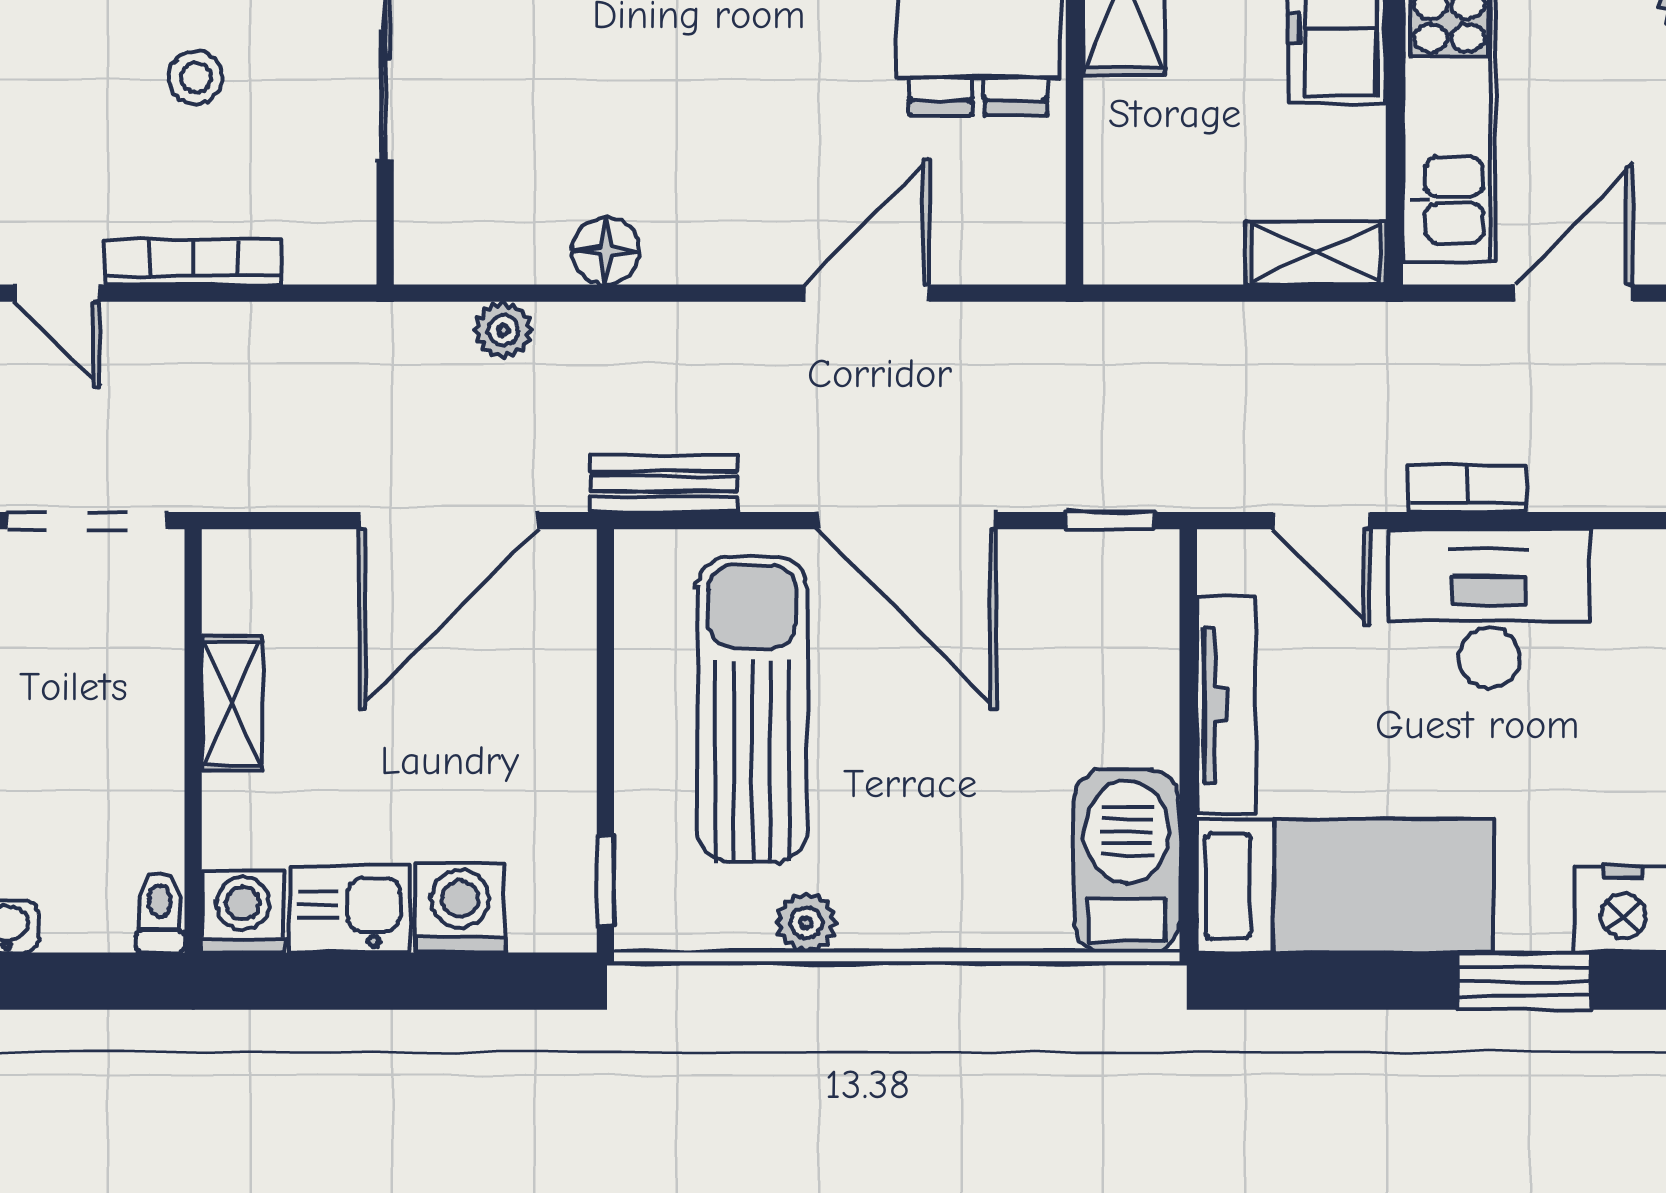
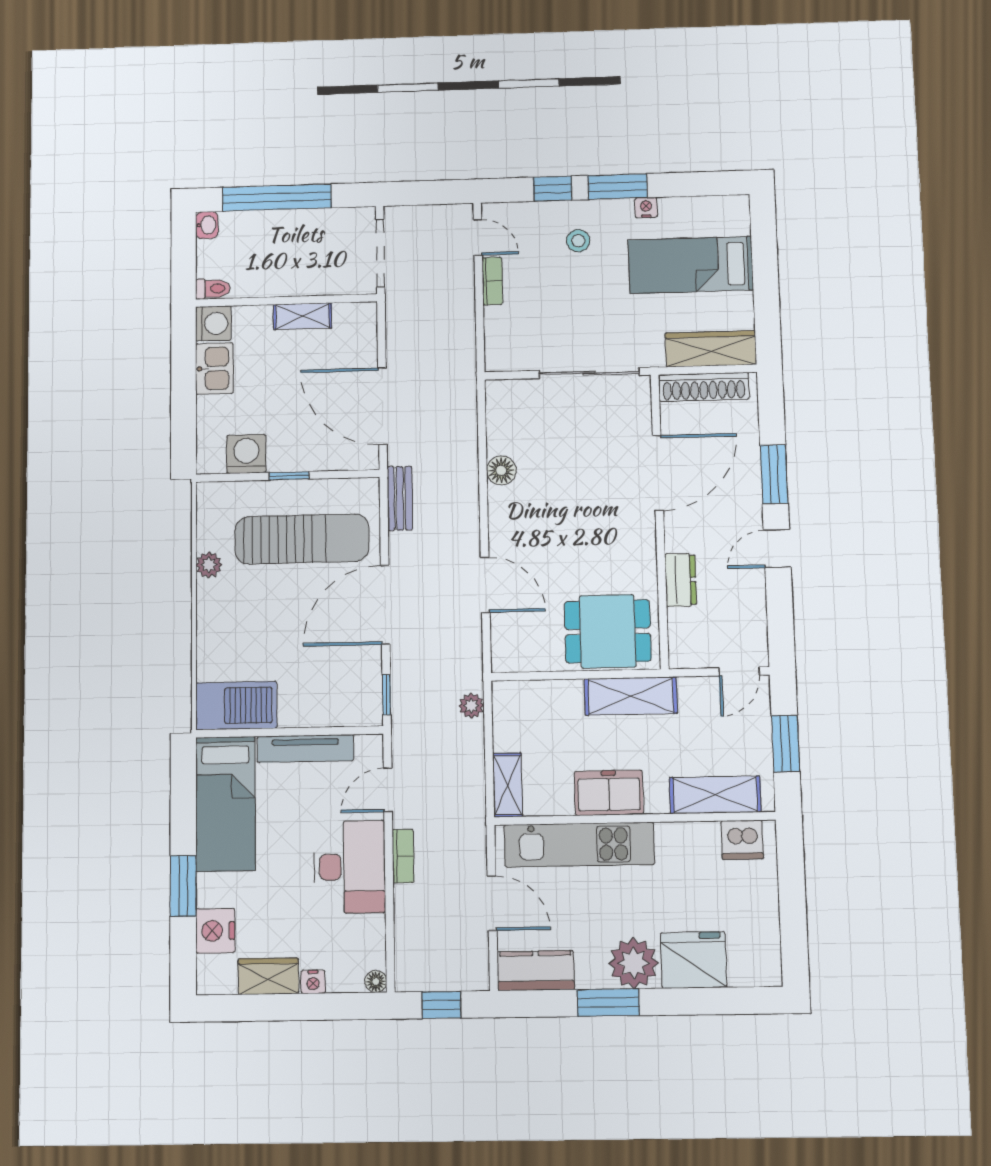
stool: (196, 77) -> (578, 241), moved
bookcase: (194, 262) -> (492, 281), width x0.64
door: (57, 293) -> (478, 237), swing flipped
plant: (503, 330) -> (471, 706), moved
window: (605, 881) -> (289, 476), moved
washing machine: (460, 908) -> (246, 454), moved, turned -90

